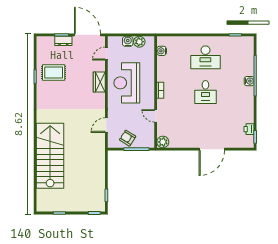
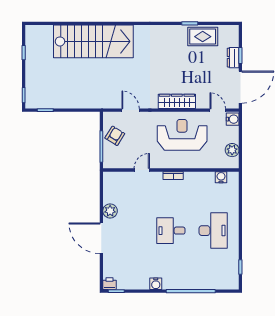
water cooler: (128, 41) -> (233, 119), moved
desk: (205, 57) -> (213, 231), turned 180
rug: (54, 73) -> (203, 37), moved, turned 90
water cooler: (249, 81) -> (156, 284), moved
wardrobe: (99, 82) -> (177, 101), width x1.50
printer: (249, 129) -> (109, 284), moved
plant: (163, 142) -> (110, 211), moved

